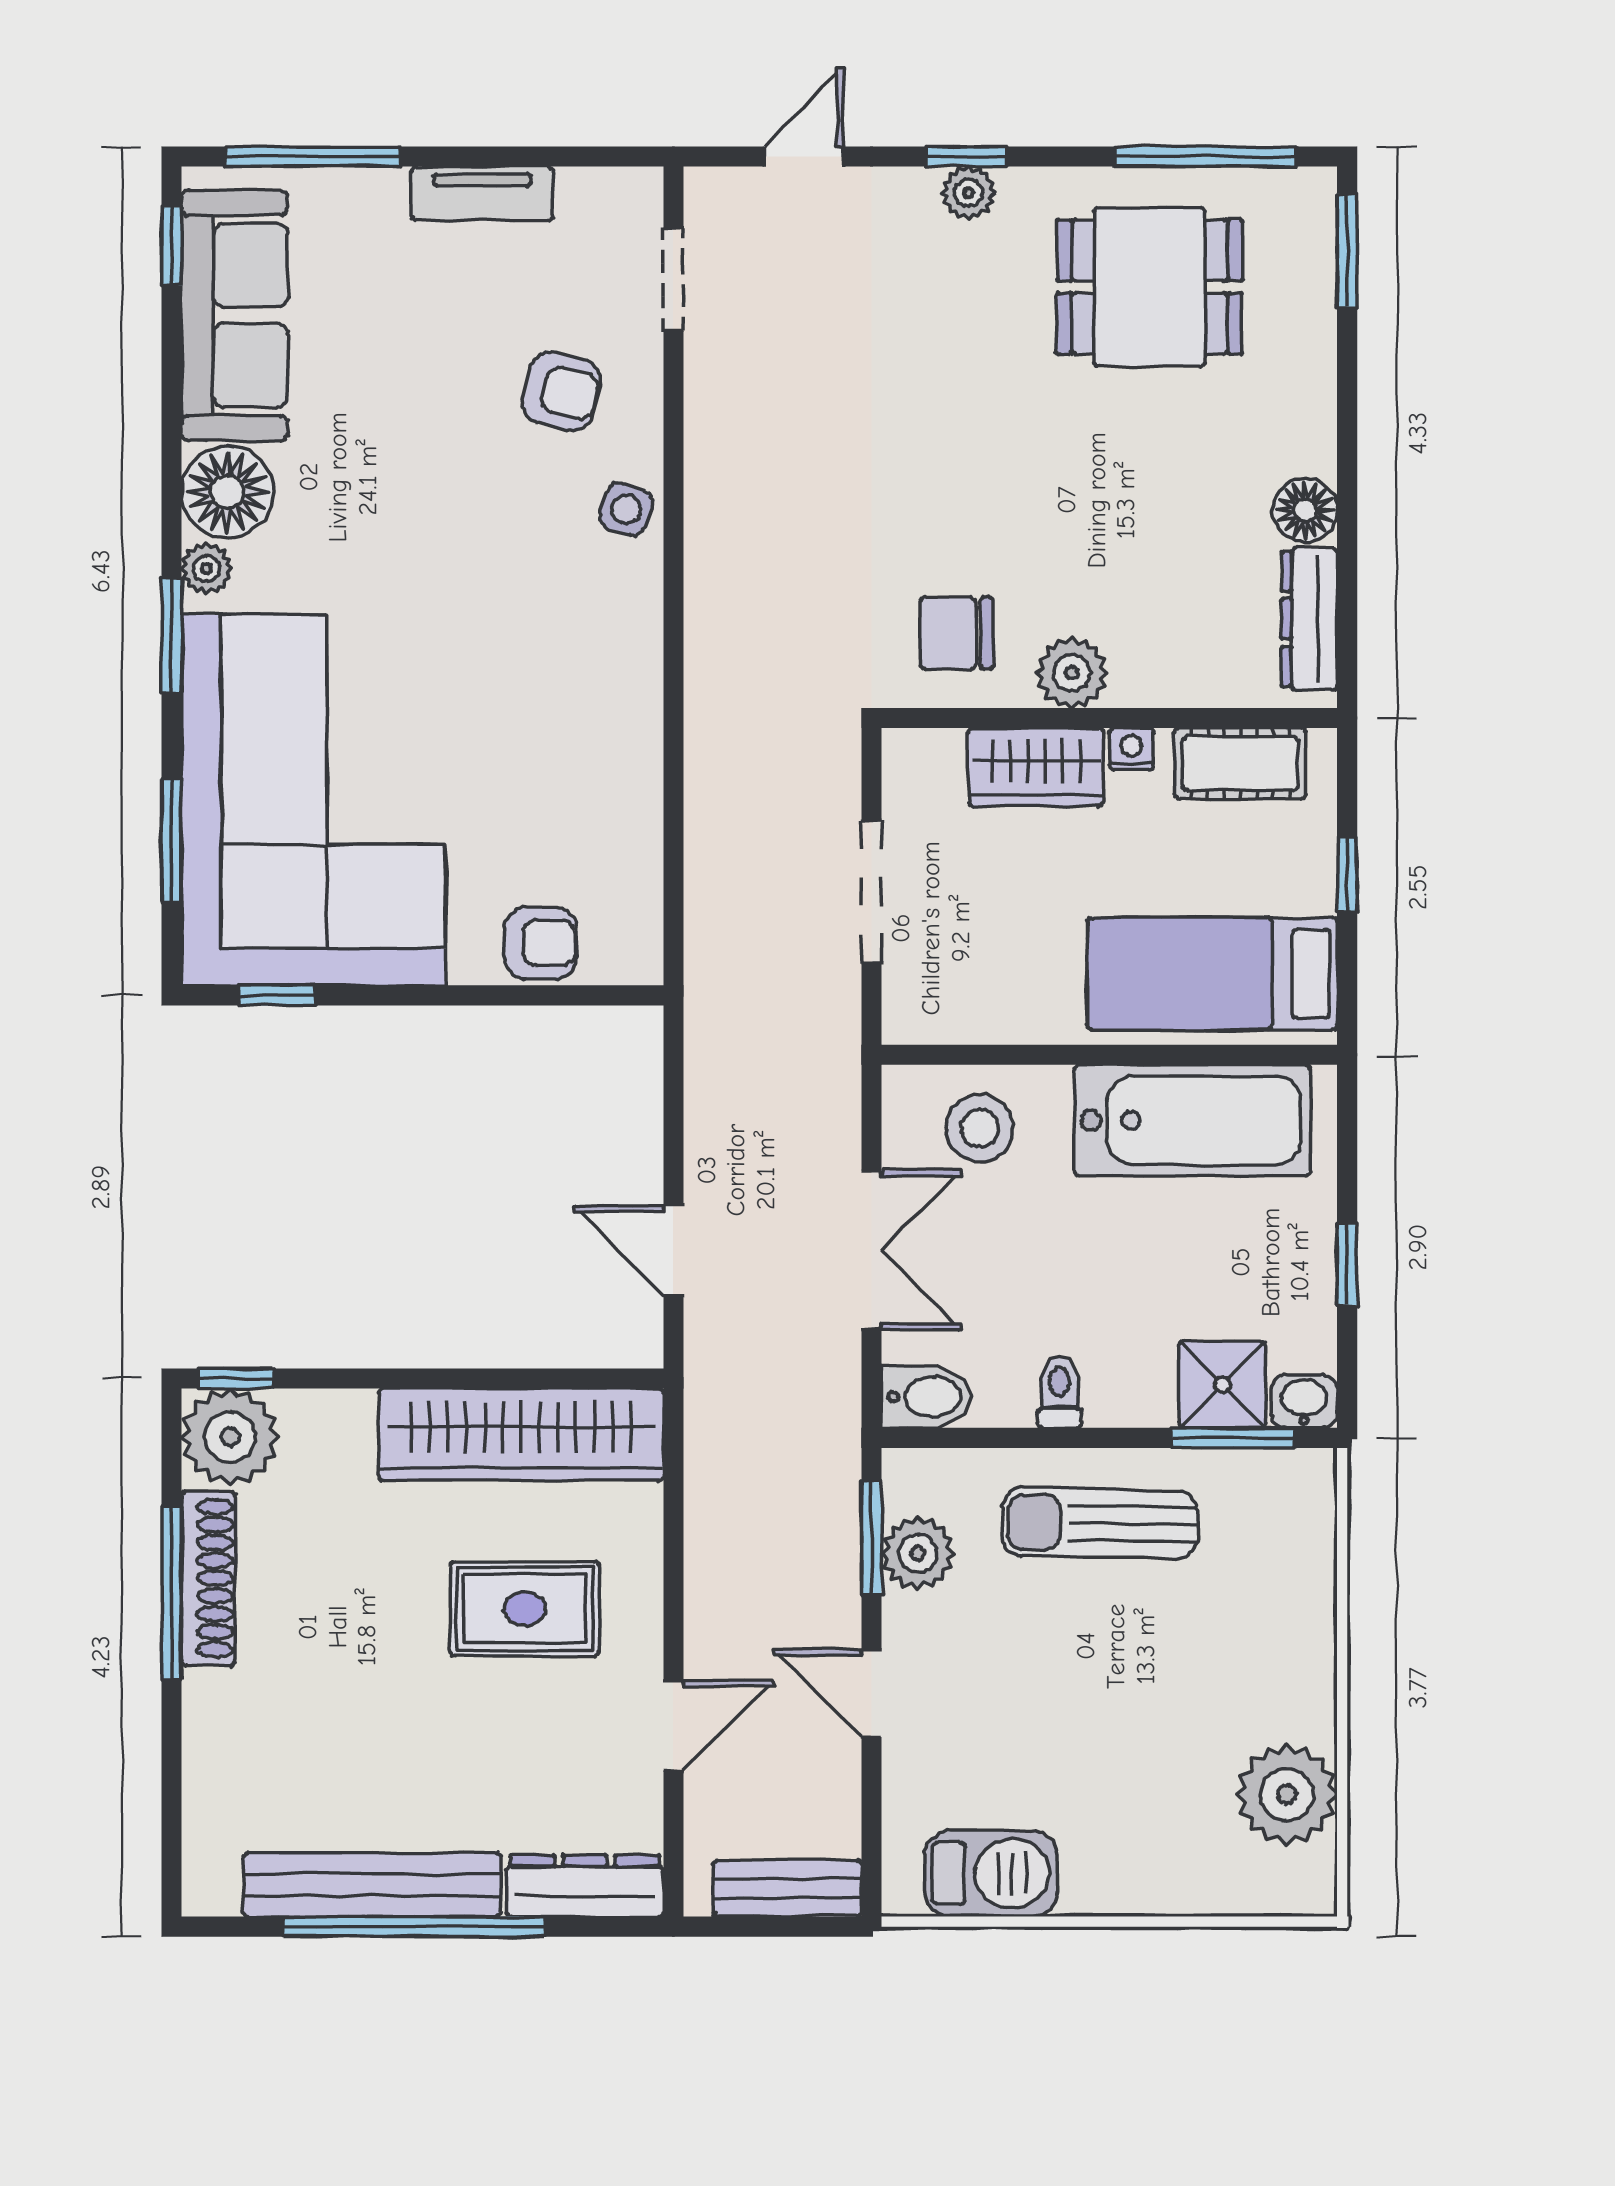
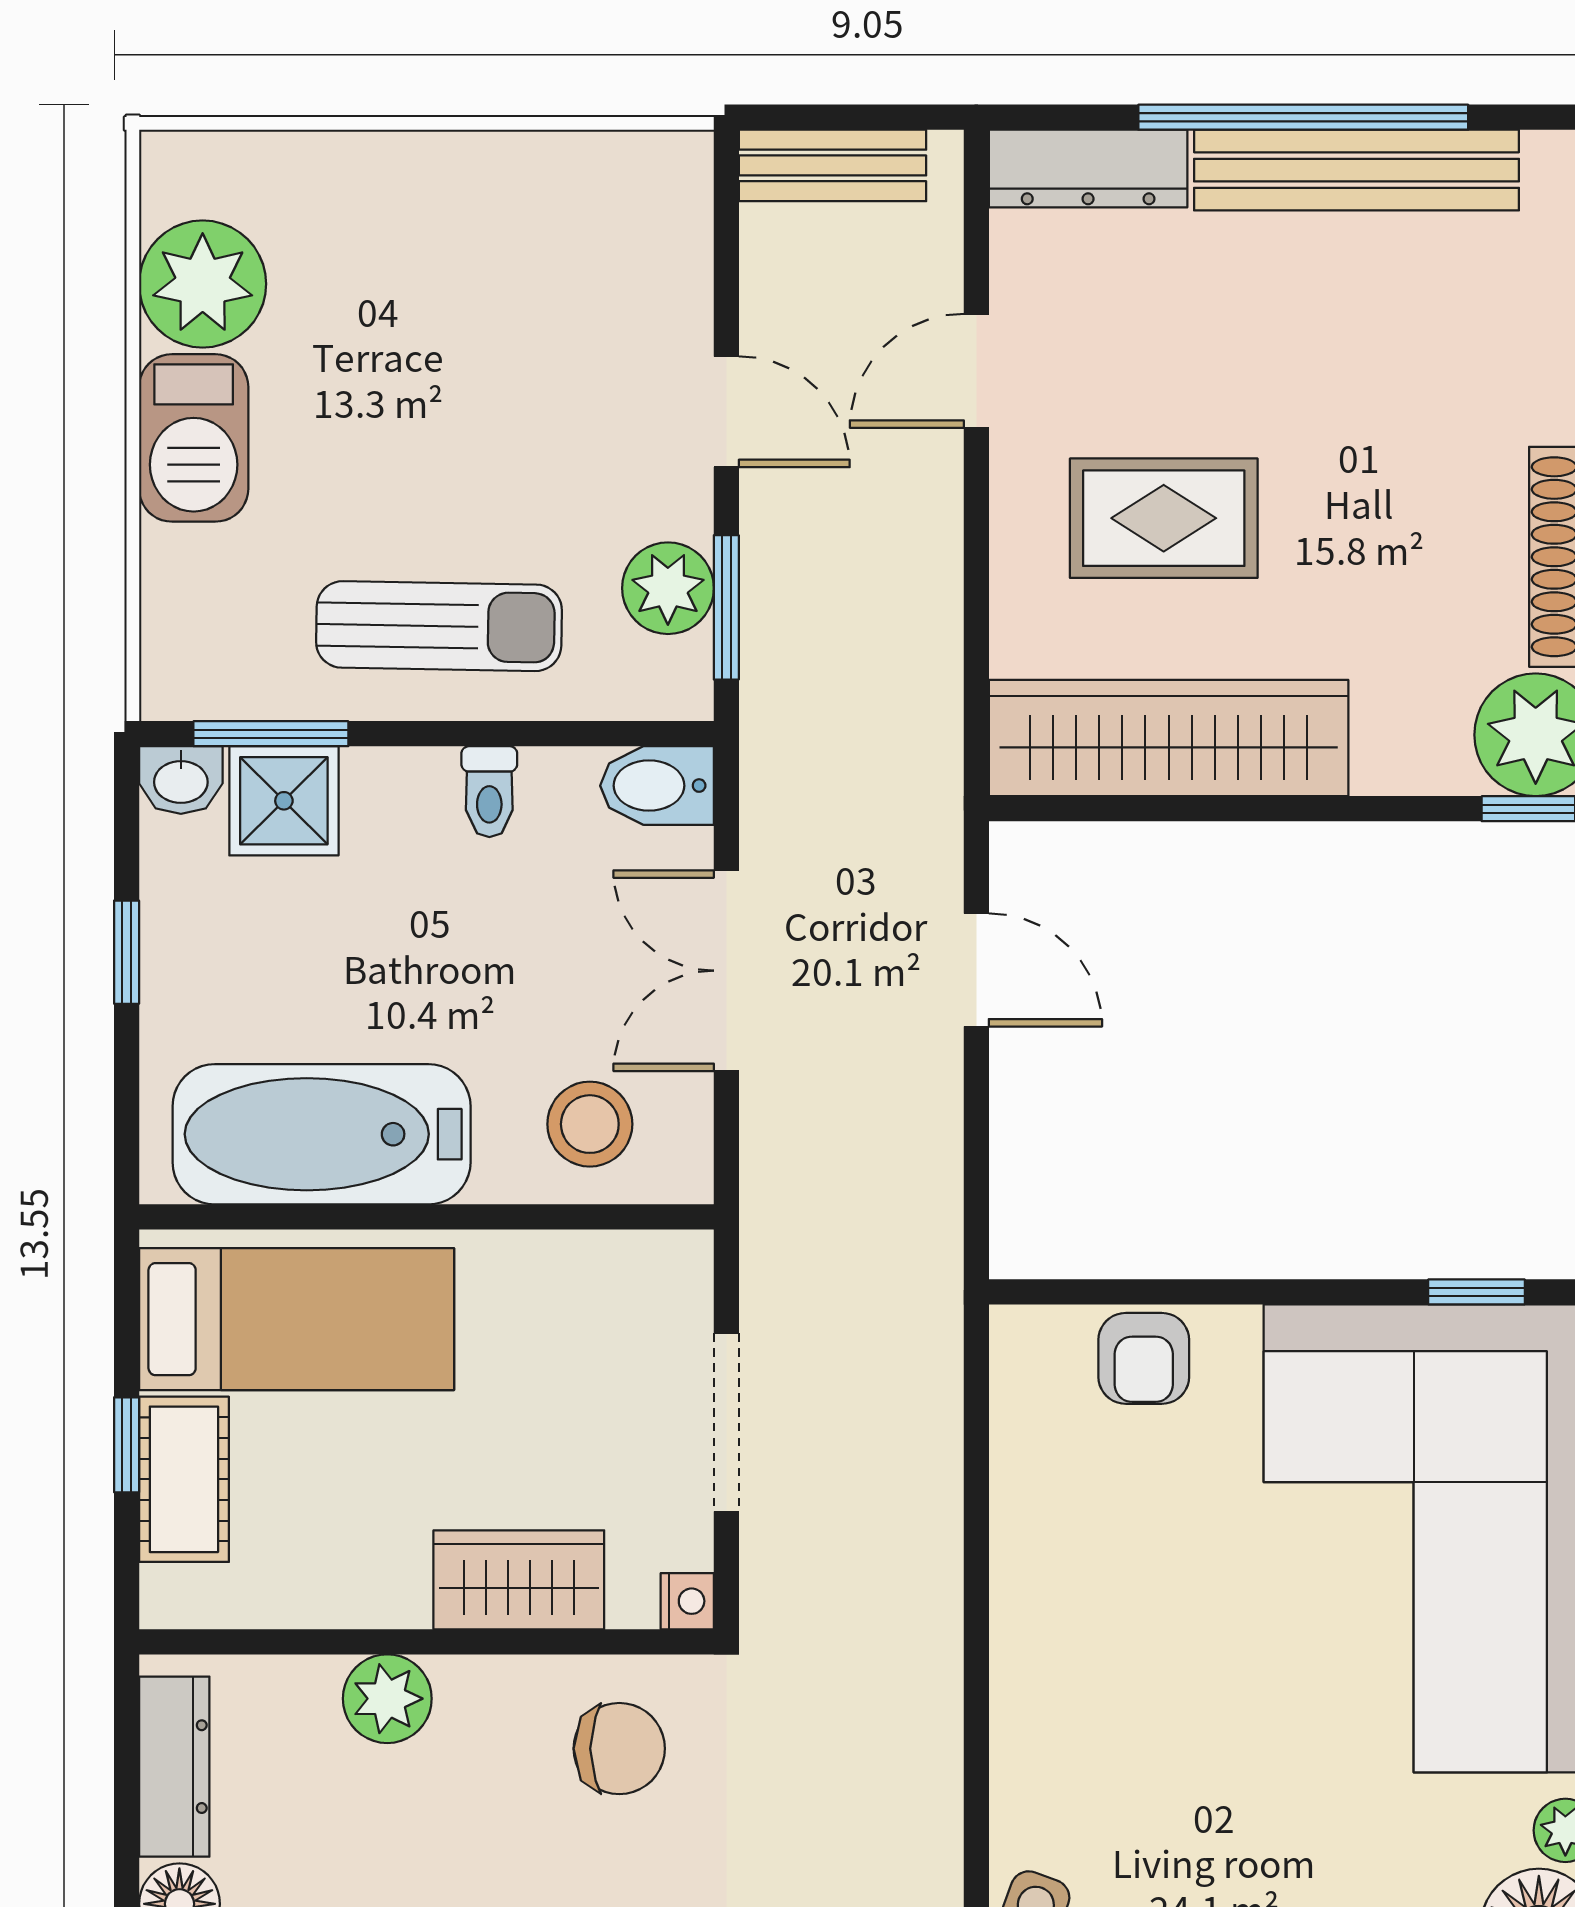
plant: (1072, 673) -> (387, 1699), moved
nightstand: (1131, 749) -> (687, 1601), moved, turned -90
cot: (1240, 763) -> (184, 1479), moved, turned 90
armchair: (541, 943) -> (1144, 1358), turned -90
barbecue: (991, 1873) -> (194, 438), moved, turned -90

